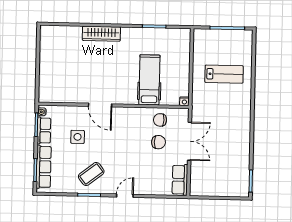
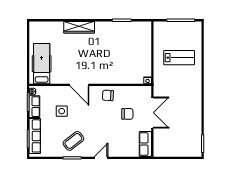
hospital bed: (149, 80) -> (42, 64), moved
chair: (160, 120) -> (108, 95), moved

